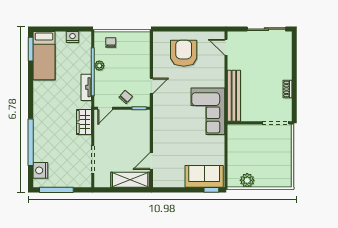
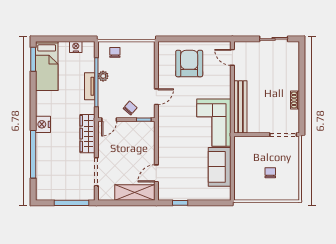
sliding door: (266, 29) -> (274, 39), width x0.73
tv unit: (86, 87) -> (90, 86), moved
wardrobe: (84, 122) -> (88, 134), width x1.50
chair: (263, 160) -> (270, 173), added
nightstand: (40, 170) -> (43, 124), moved
sofa: (204, 176) -> (220, 167), moved, turned -90
plant: (247, 180) -> (254, 193), removed
window: (56, 190) -> (72, 203), moved
window: (211, 190) -> (180, 203), moved

